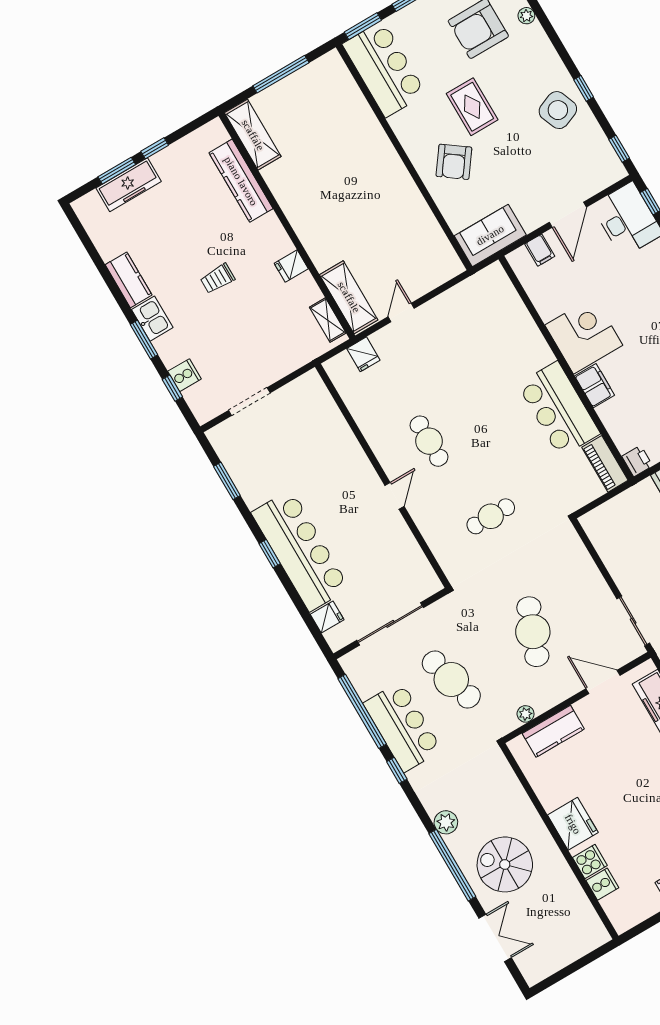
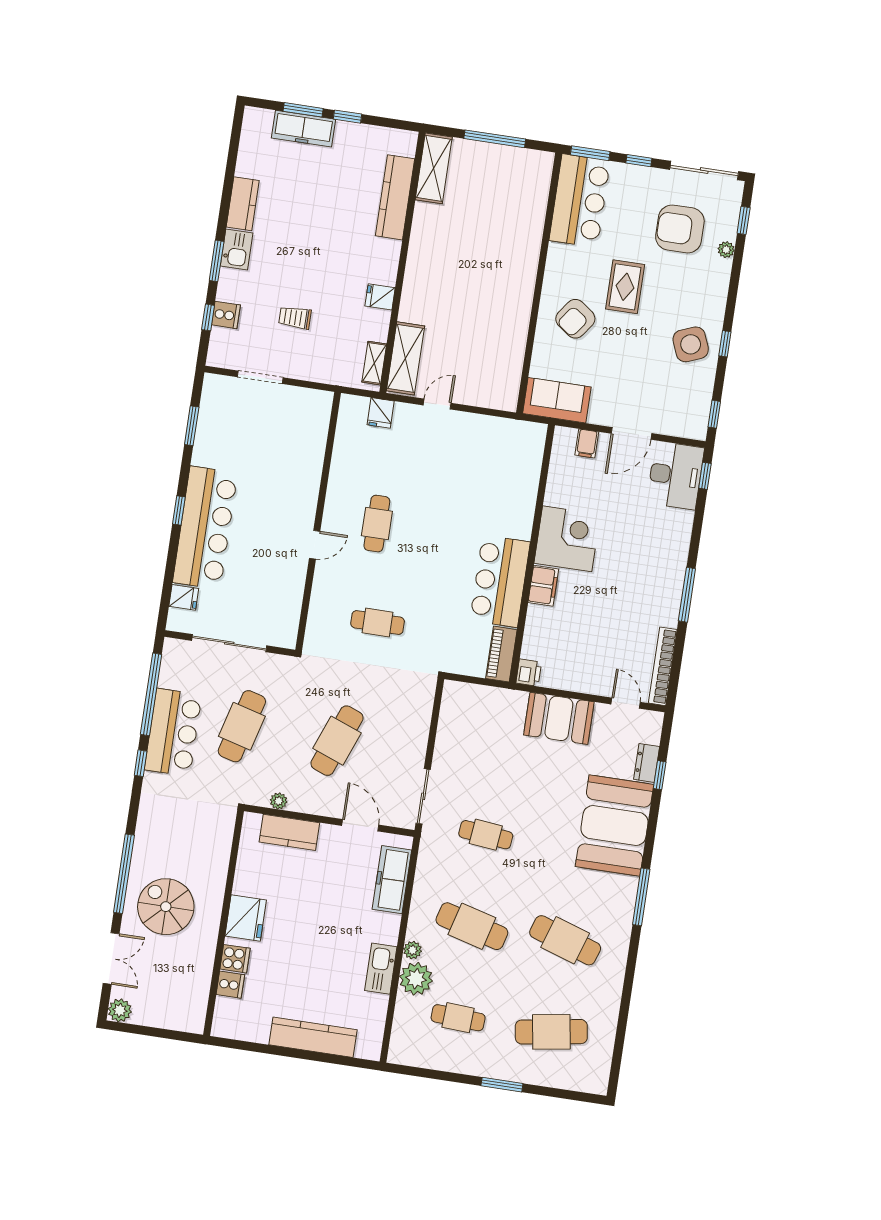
trolley: (217, 279) -> (295, 318), moved
cafe table: (451, 680) -> (242, 726), turned 30
plant: (446, 822) -> (120, 1010), moved

